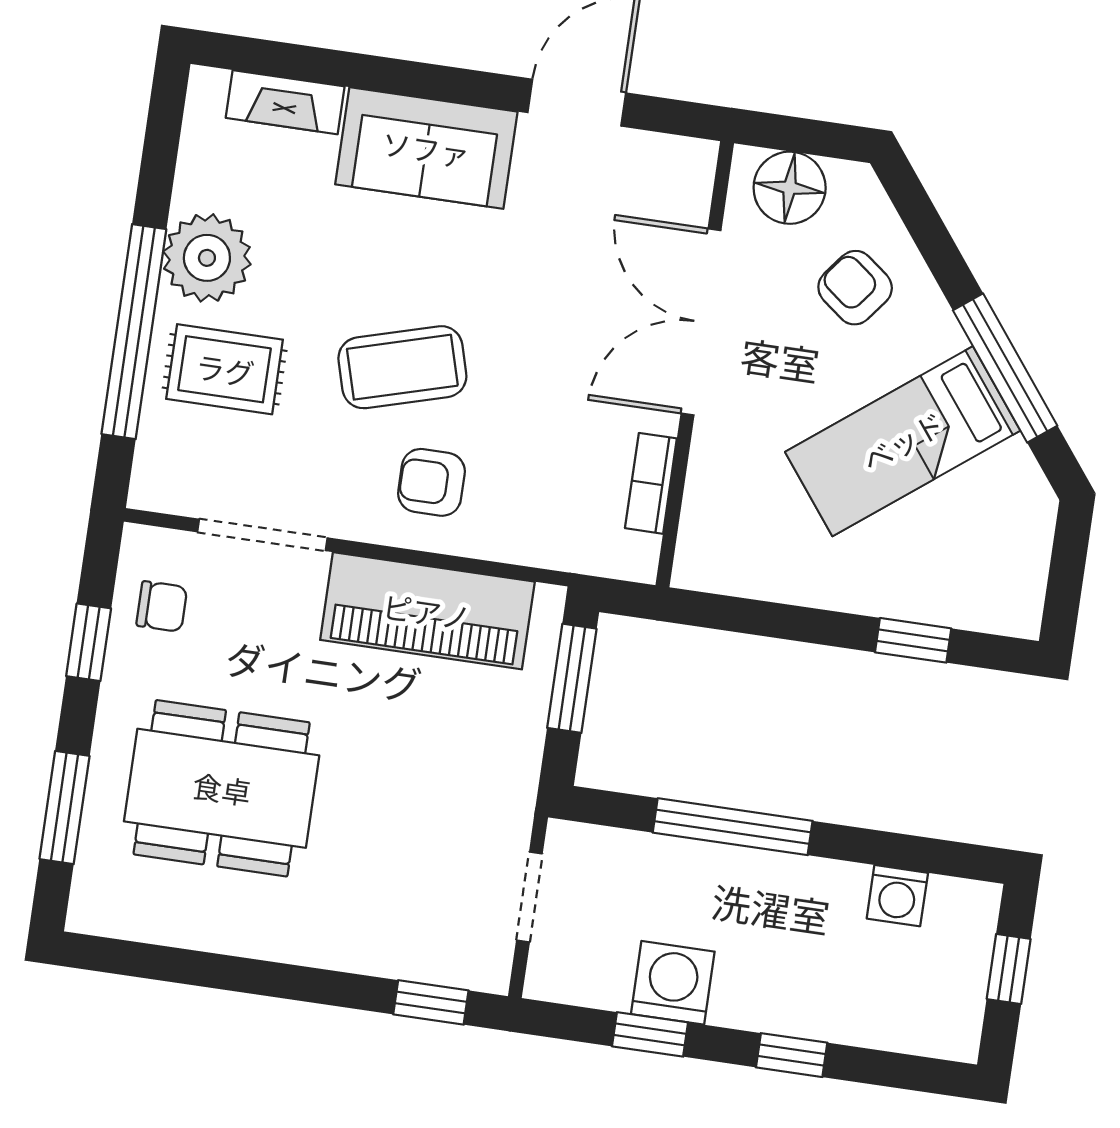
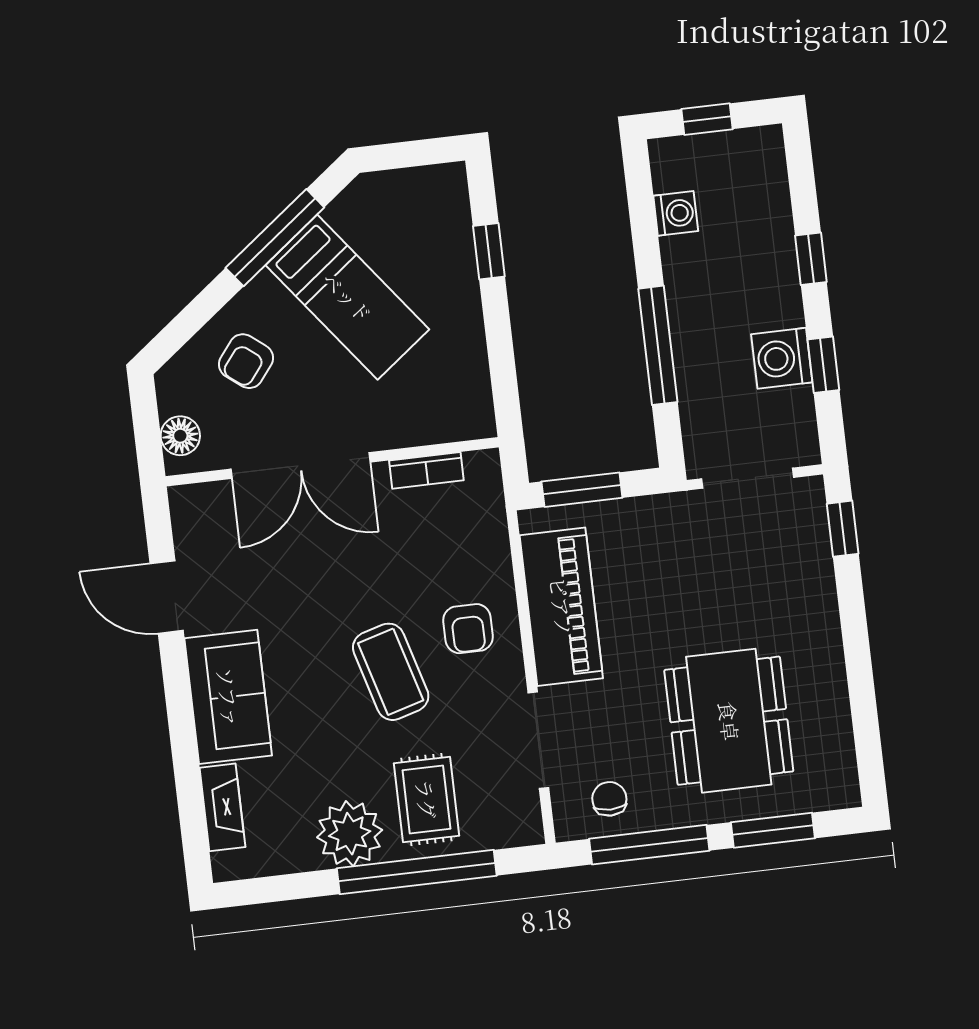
floor lamp: (790, 188) -> (180, 436), width x0.73, depth x0.73
window: (89, 642) -> (649, 845), width x2.17
doorway: (529, 897) -> (748, 478), width x1.38

